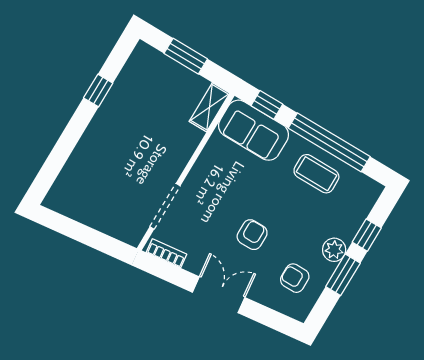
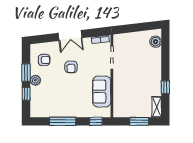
shelving: (210, 107) -> (157, 107), moved
sofa: (254, 130) -> (102, 92), moved, turned -90
window: (329, 142) -> (63, 121), width x0.68
coffee table: (316, 174) -> (60, 106), removed
boiler: (65, 187) -> (156, 42), added

